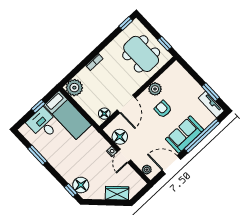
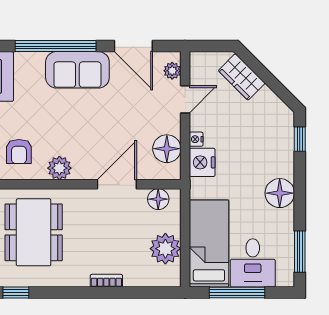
plant: (74, 88) -> (165, 249), moved
window: (38, 106) -> (237, 292), width x2.17
armchair: (163, 109) -> (19, 152), moved
nightstand: (101, 145) -> (202, 162), added
window: (37, 155) -> (300, 252), moved
door: (124, 156) -> (185, 99), moved
floor lamp: (81, 185) -> (280, 193), moved

